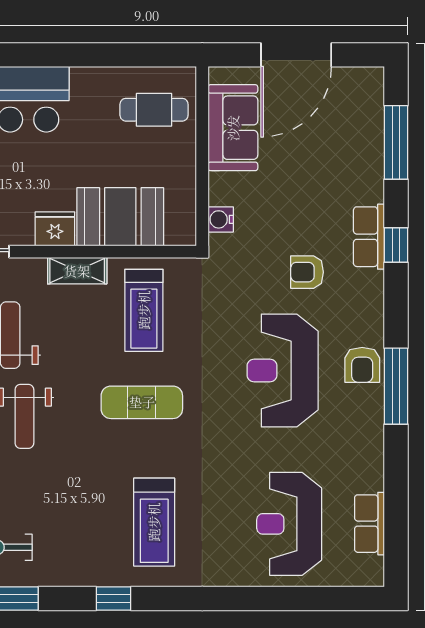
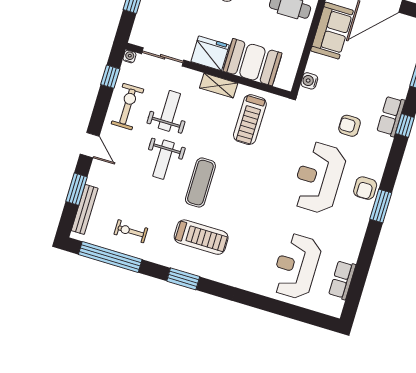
fridge: (55, 229) -> (210, 53), width x1.36, depth x1.34
window: (396, 386) -> (381, 206), width x0.69
exercise mat: (142, 402) -> (200, 183), moved, turned 90
treadmill: (154, 522) -> (201, 237), moved, turned -90
window: (114, 599) -> (183, 279), width x1.50

